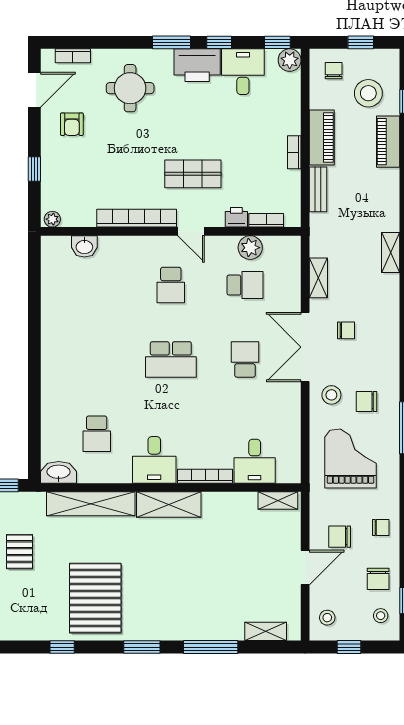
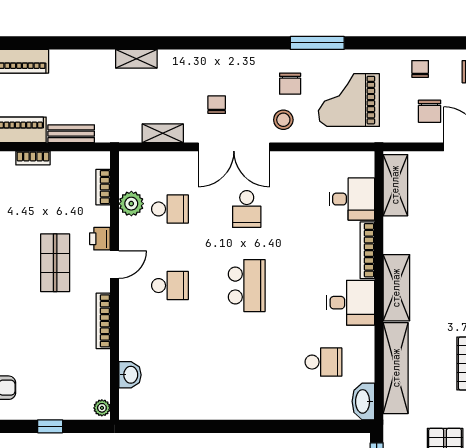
printer: (236, 217) -> (100, 239), moved
bookcase: (137, 218) -> (103, 321), width x0.68, depth x0.76
school desk: (245, 285) -> (170, 209), turned 90
school desk: (245, 359) -> (247, 209), turned -90
shelving: (278, 501) -> (395, 185), width x1.50, depth x1.33

